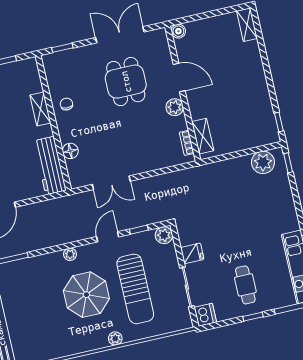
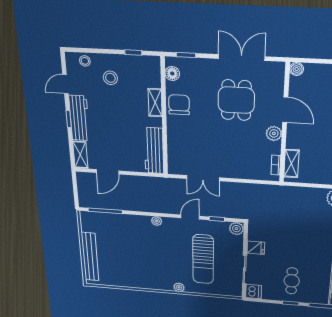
chair: (66, 104) -> (179, 105), width x1.87, depth x1.87
floor lamp: (70, 151) -> (172, 73), moved
parasol: (86, 295) -> (163, 252), removed

